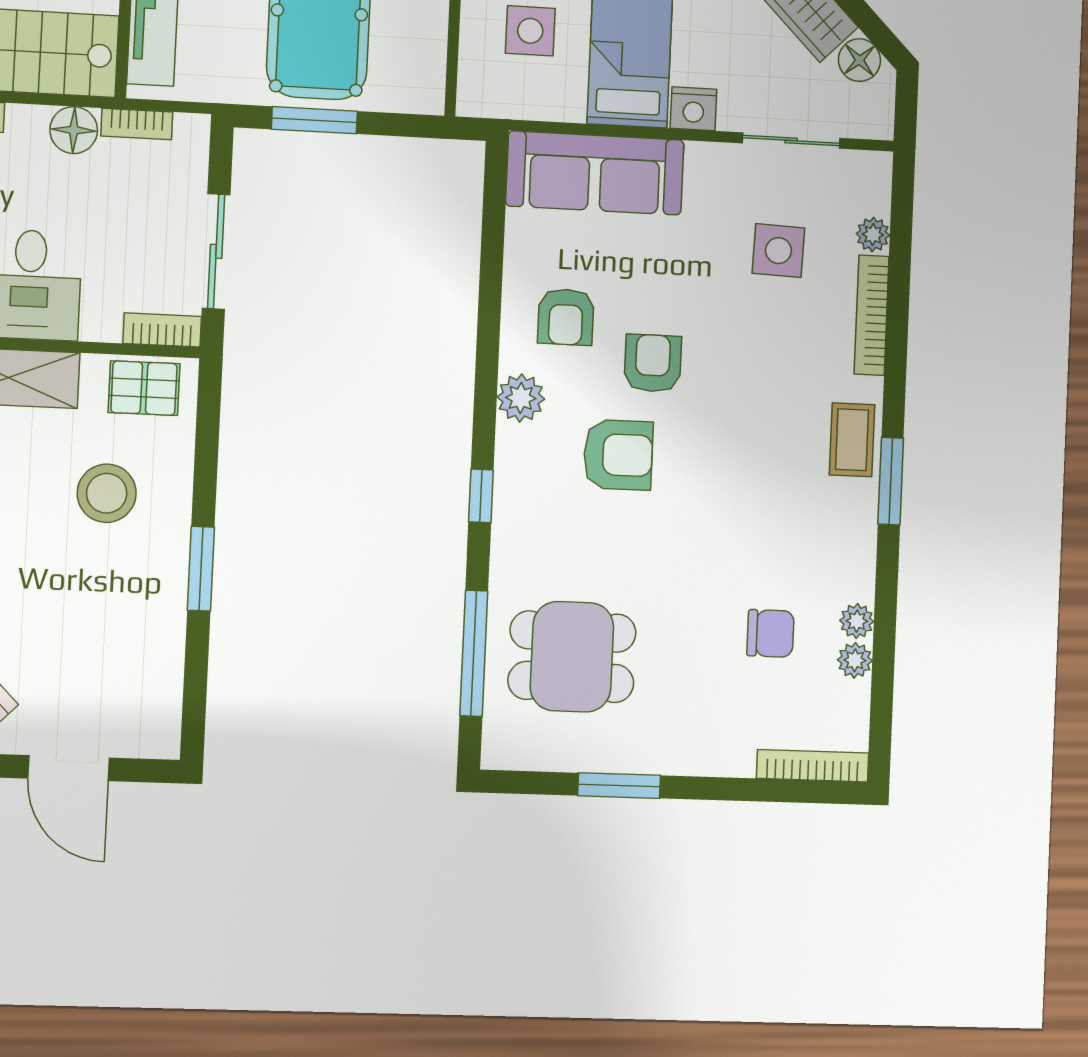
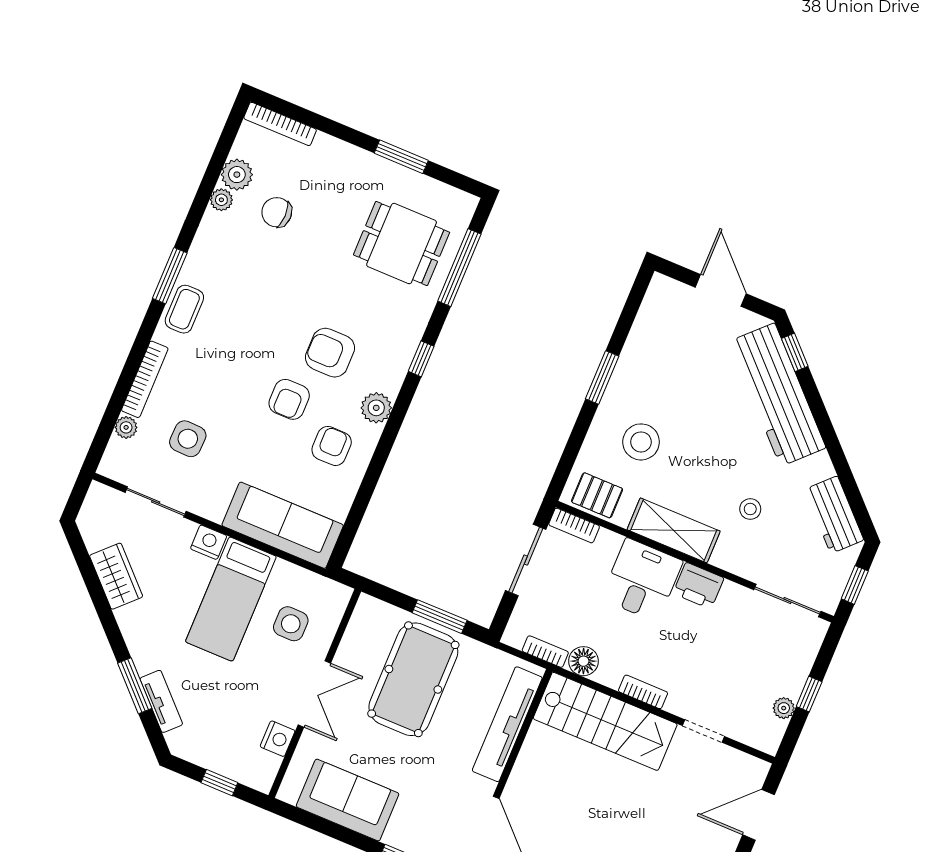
floor lamp: (859, 60) -> (96, 535), removed
plant: (855, 660) -> (237, 175), width x1.38, depth x1.38

